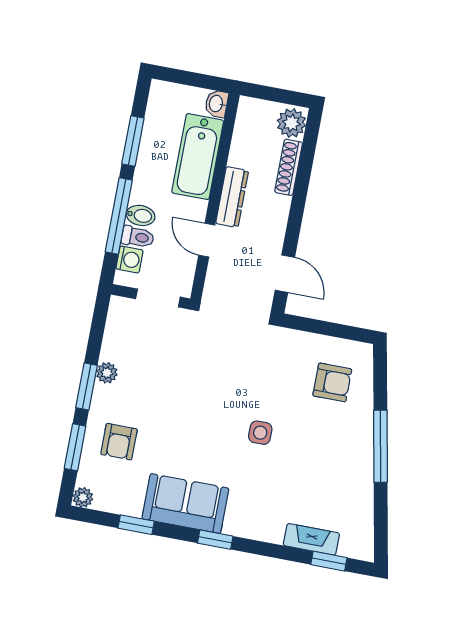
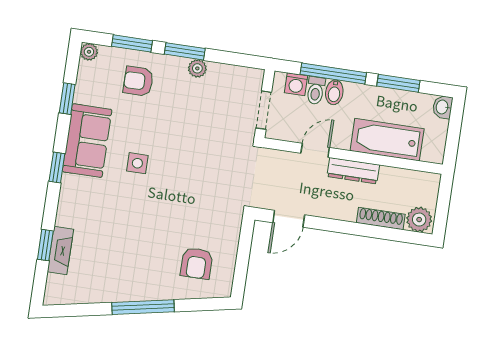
washbasin: (216, 104) -> (443, 107), moved, turned -90
side table: (260, 433) -> (137, 163), moved
window: (329, 561) -> (45, 245), moved

